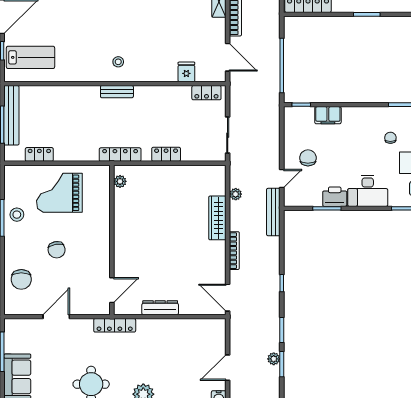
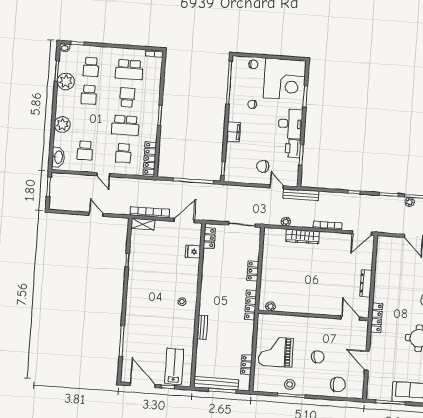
bench: (117, 92) -> (202, 327), moved
filing cabinet: (328, 115) -> (233, 132), moved
grand piano: (59, 193) -> (276, 352), turned 89

